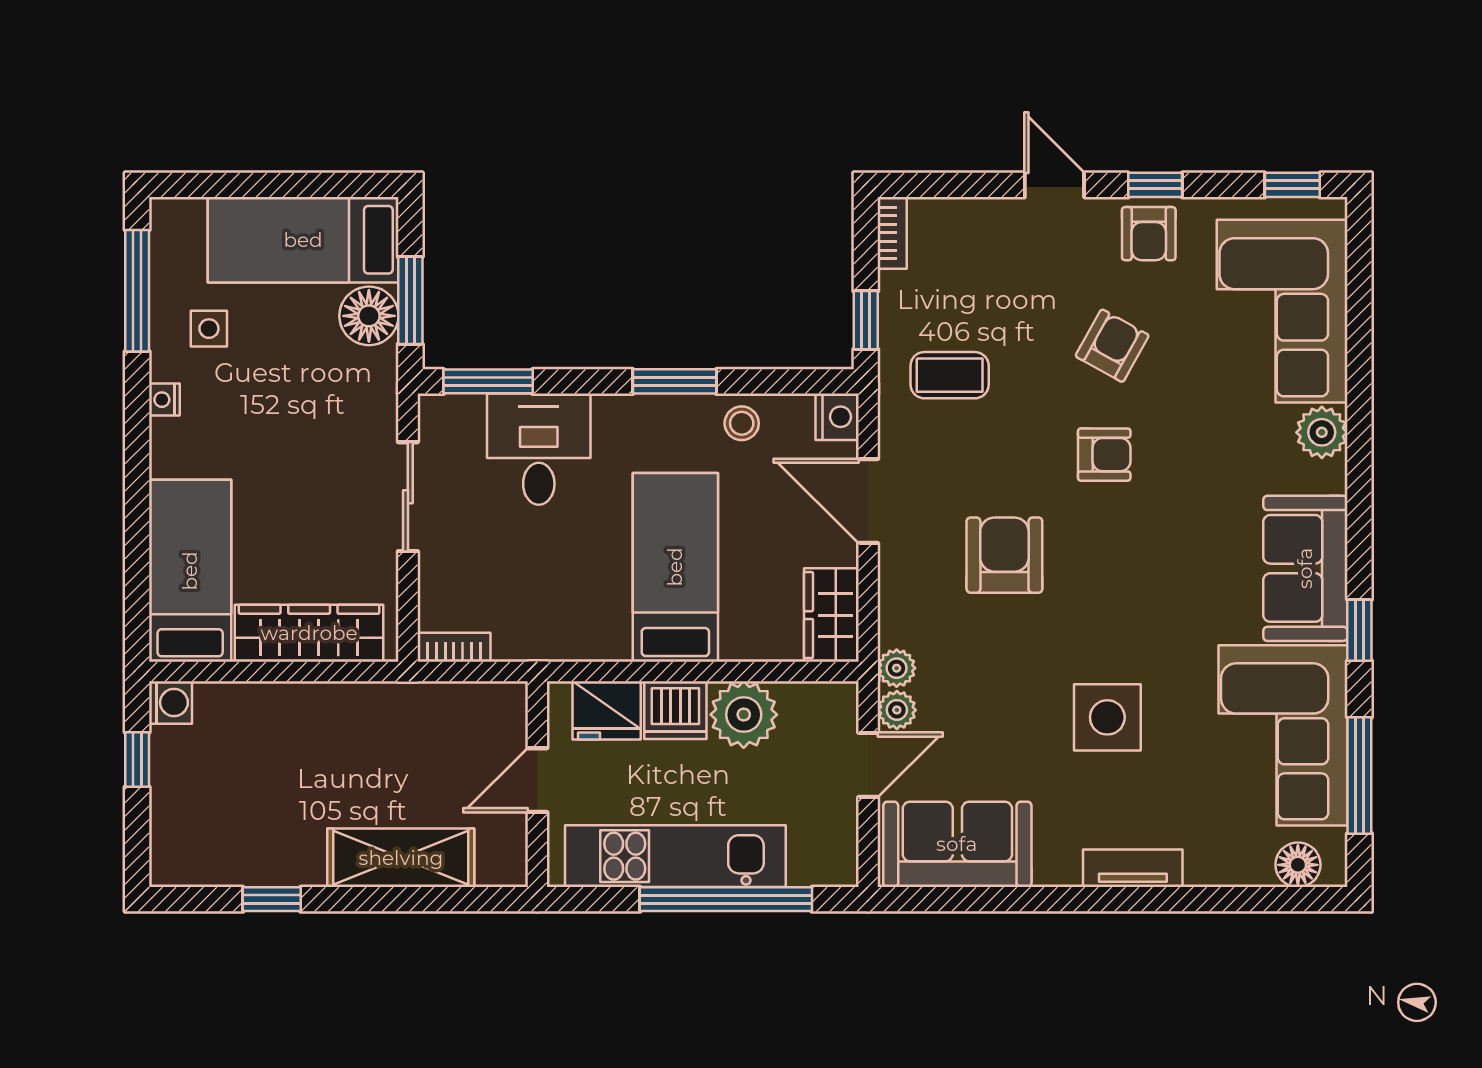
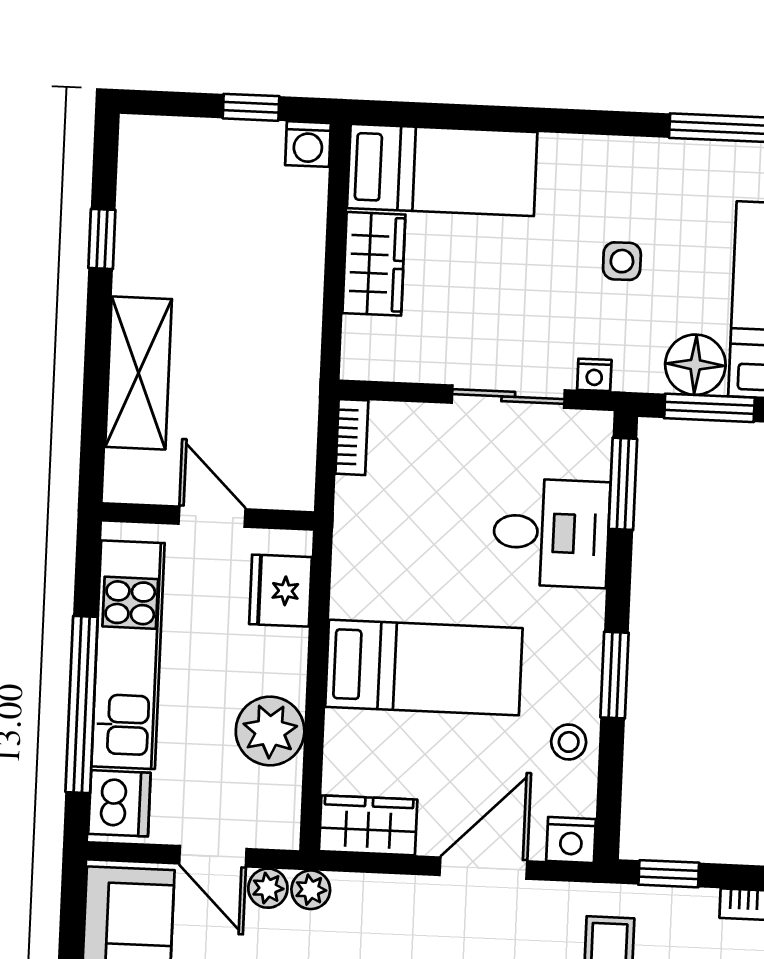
side table: (209, 329) -> (622, 261), moved
nightstand: (164, 400) -> (594, 375), moved, turned 180
wardrobe: (309, 633) -> (374, 264), width x0.67
dishwasher: (675, 710) -> (119, 803), moved, turned 180

